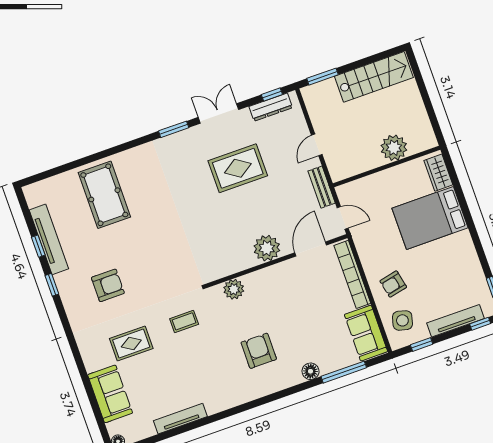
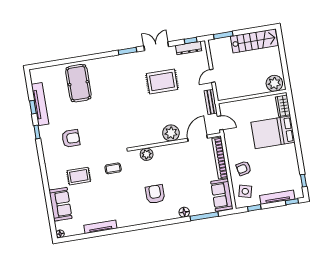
plant: (394, 148) -> (274, 83), moved

